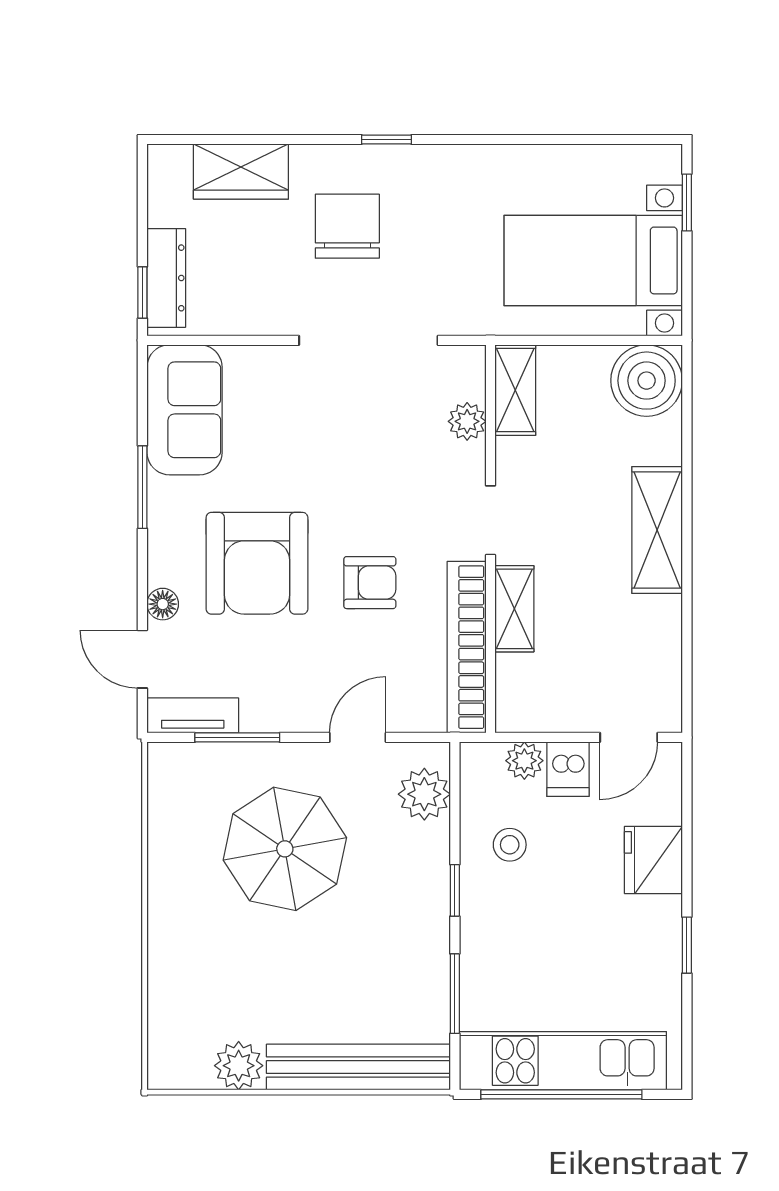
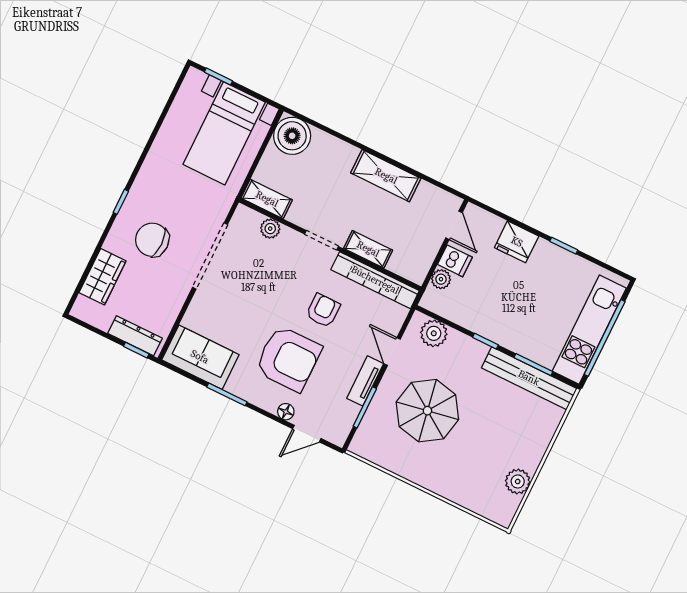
shelving: (657, 530) -> (386, 176), moved
tv unit: (193, 715) -> (365, 381), moved
stool: (510, 845) -> (477, 305), removed
bench: (358, 1067) -> (529, 378), moved, turned 90

